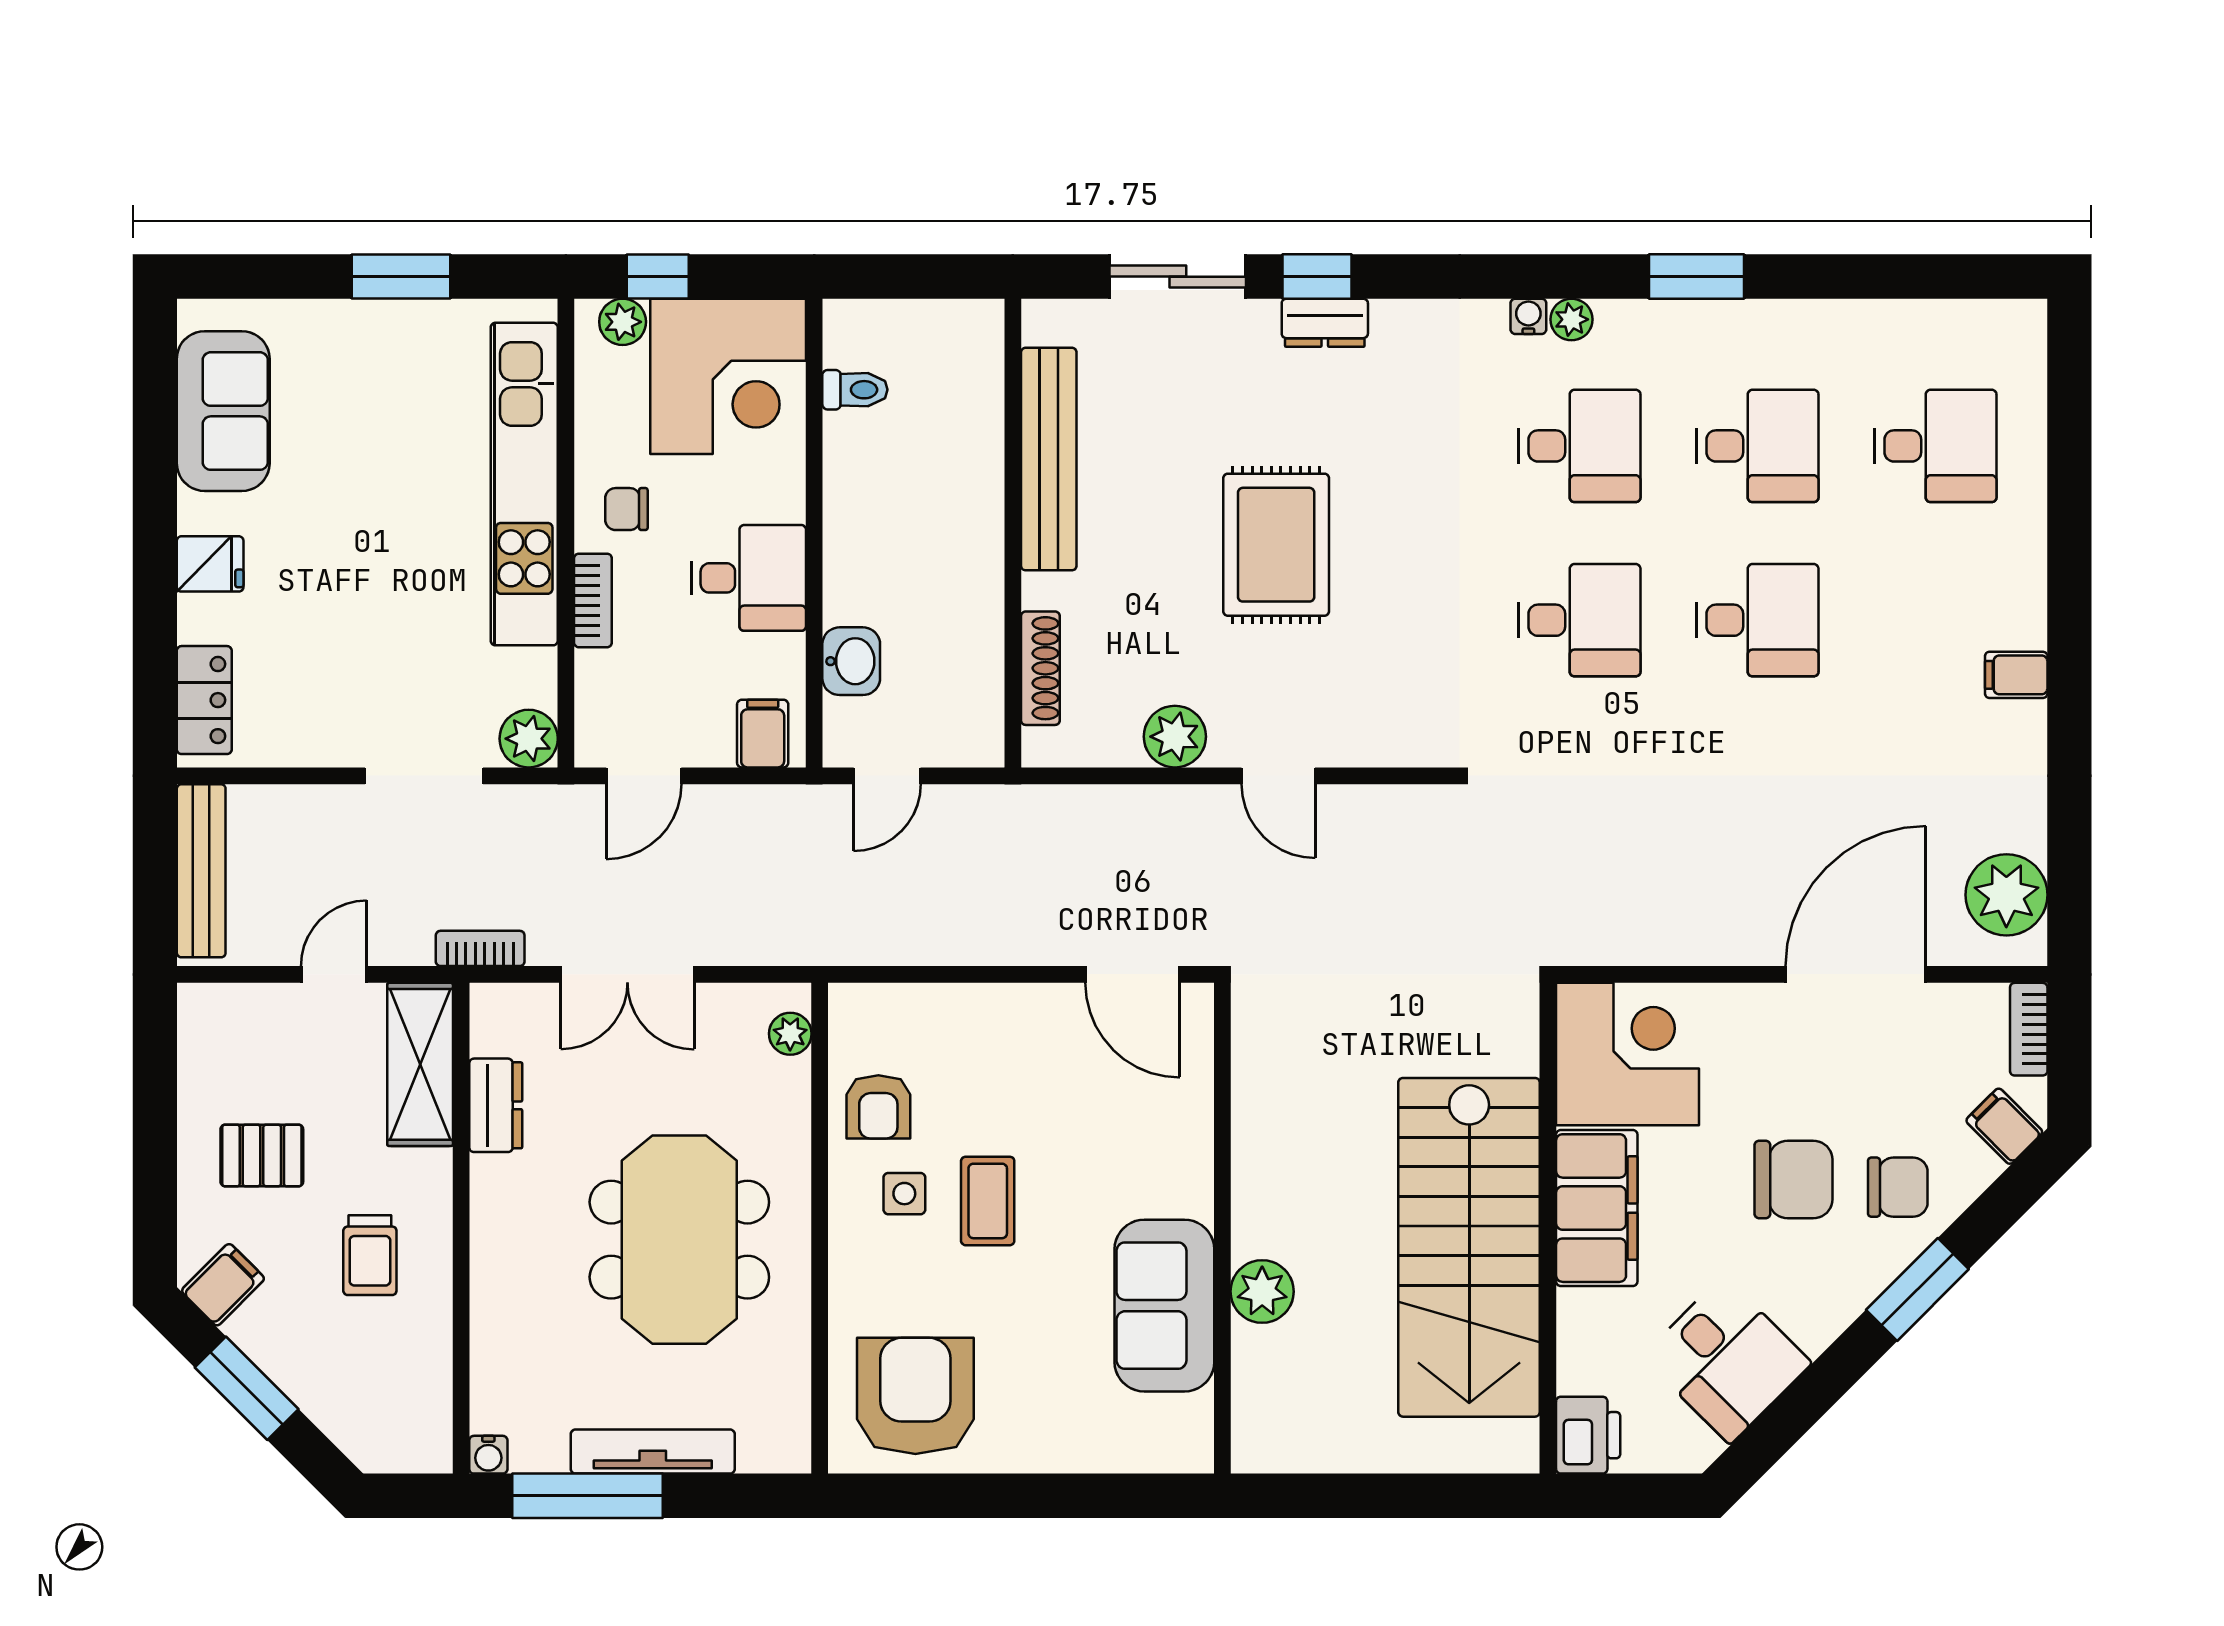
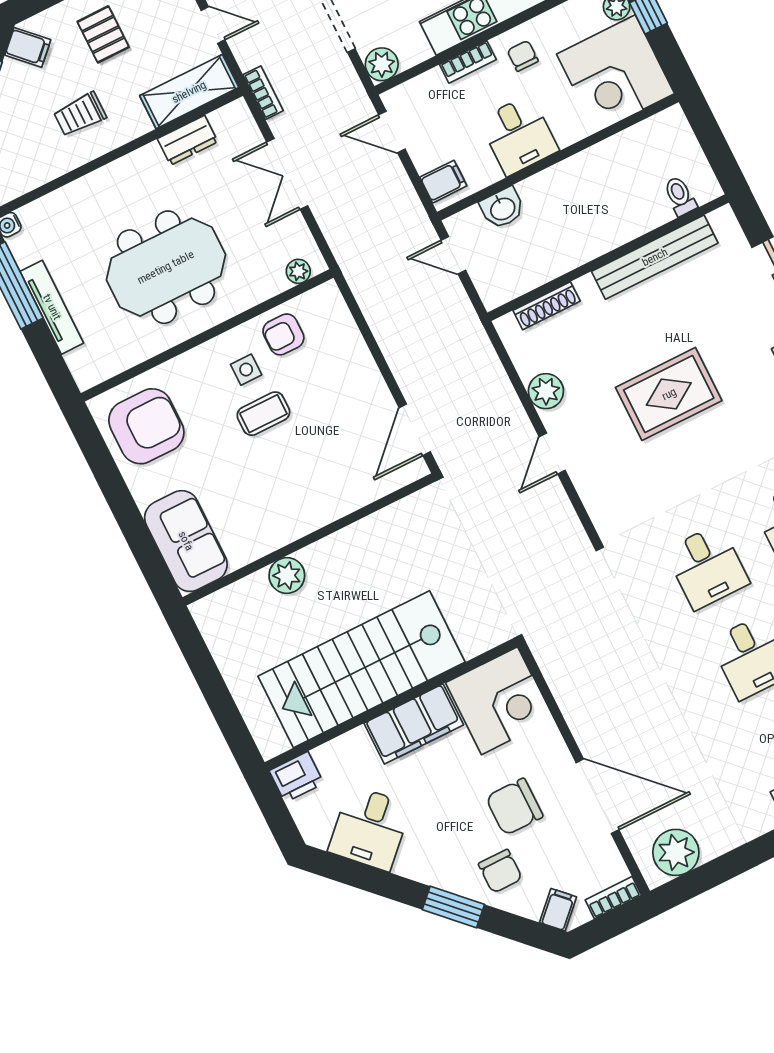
toilet: (855, 390) -> (680, 196), moved, turned 180
chair: (1793, 1179) -> (514, 807), moved, turned 90
sofa: (1164, 1306) -> (186, 541), moved, turned 90

